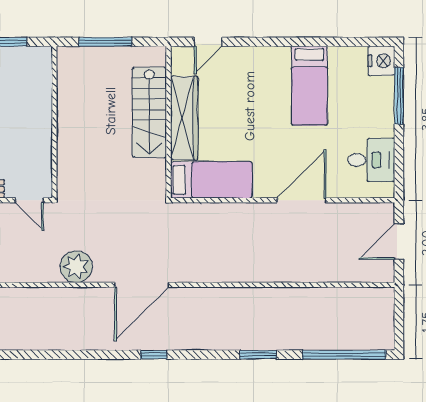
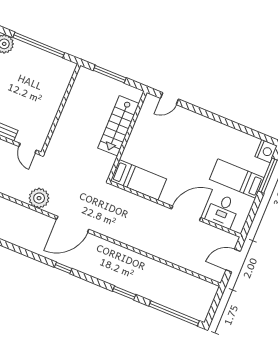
bed: (309, 86) -> (237, 179), moved, turned 90
wardrobe: (184, 118) -> (137, 137), removed
desk: (371, 160) -> (223, 211), moved, turned 90

